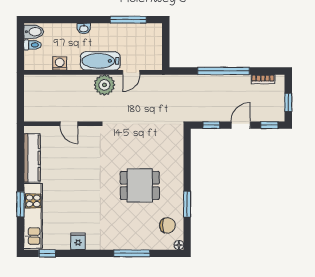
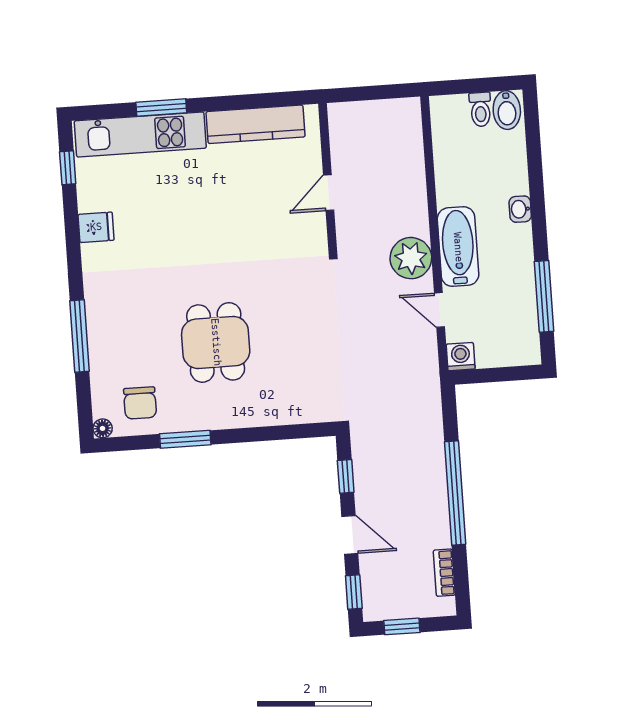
washing machine: (60, 63) -> (461, 357), moved, turned -90

